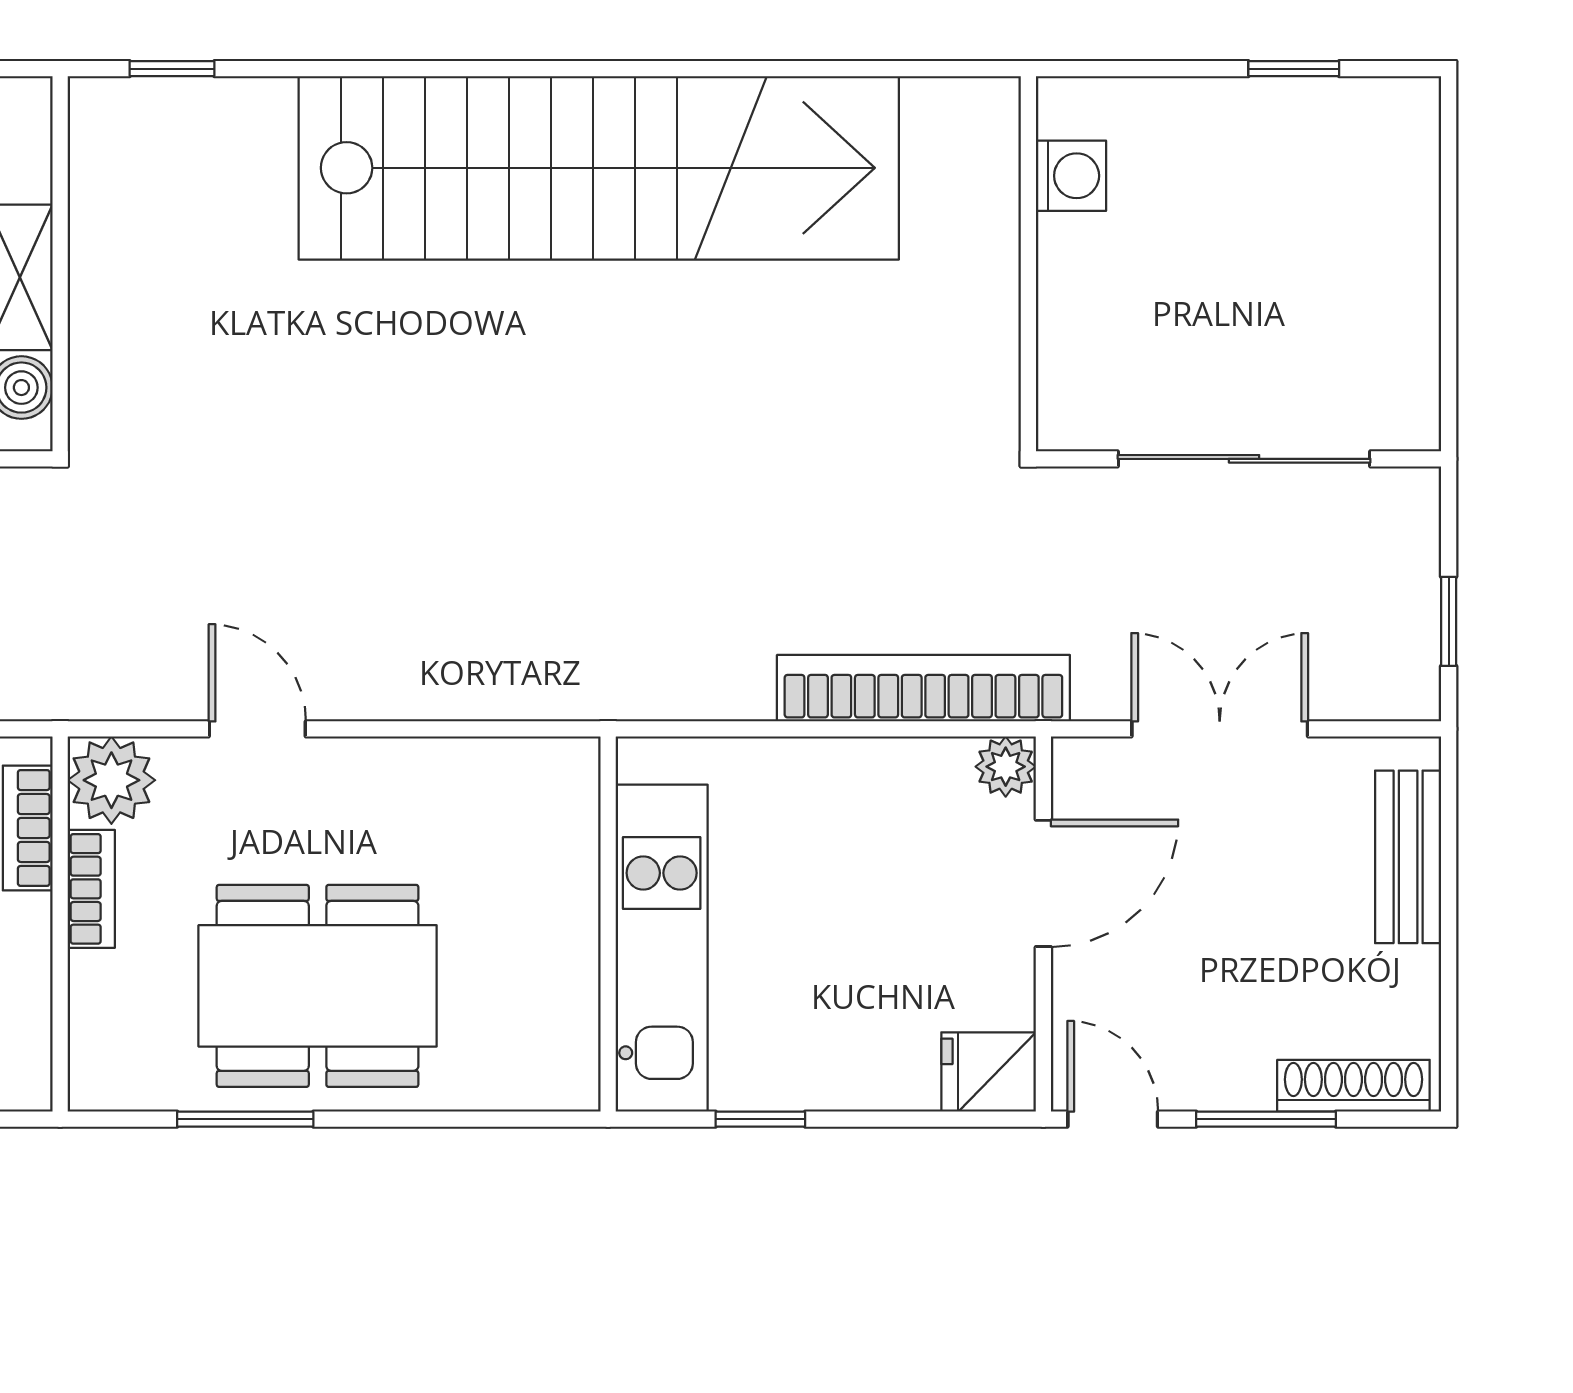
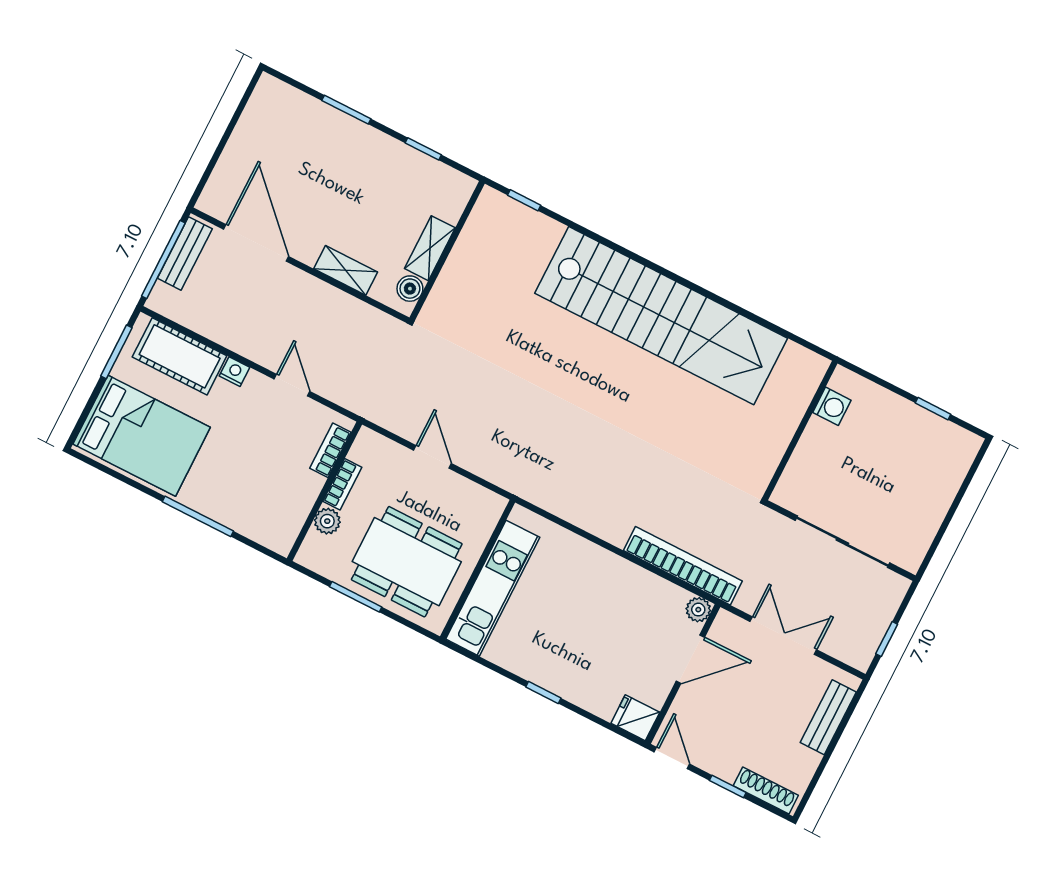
plant: (111, 780) -> (327, 521), moved, width x0.73, depth x0.73
wall: (608, 924) -> (478, 569), moved
kitchen unit: (662, 948) -> (493, 588), moved
window: (1266, 1119) -> (728, 786), width x0.67

